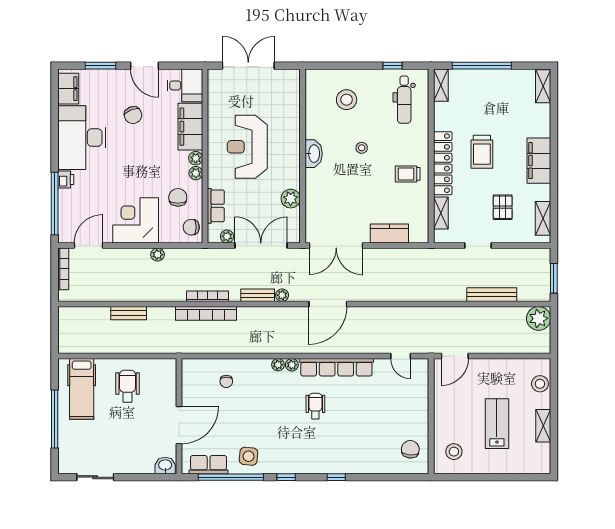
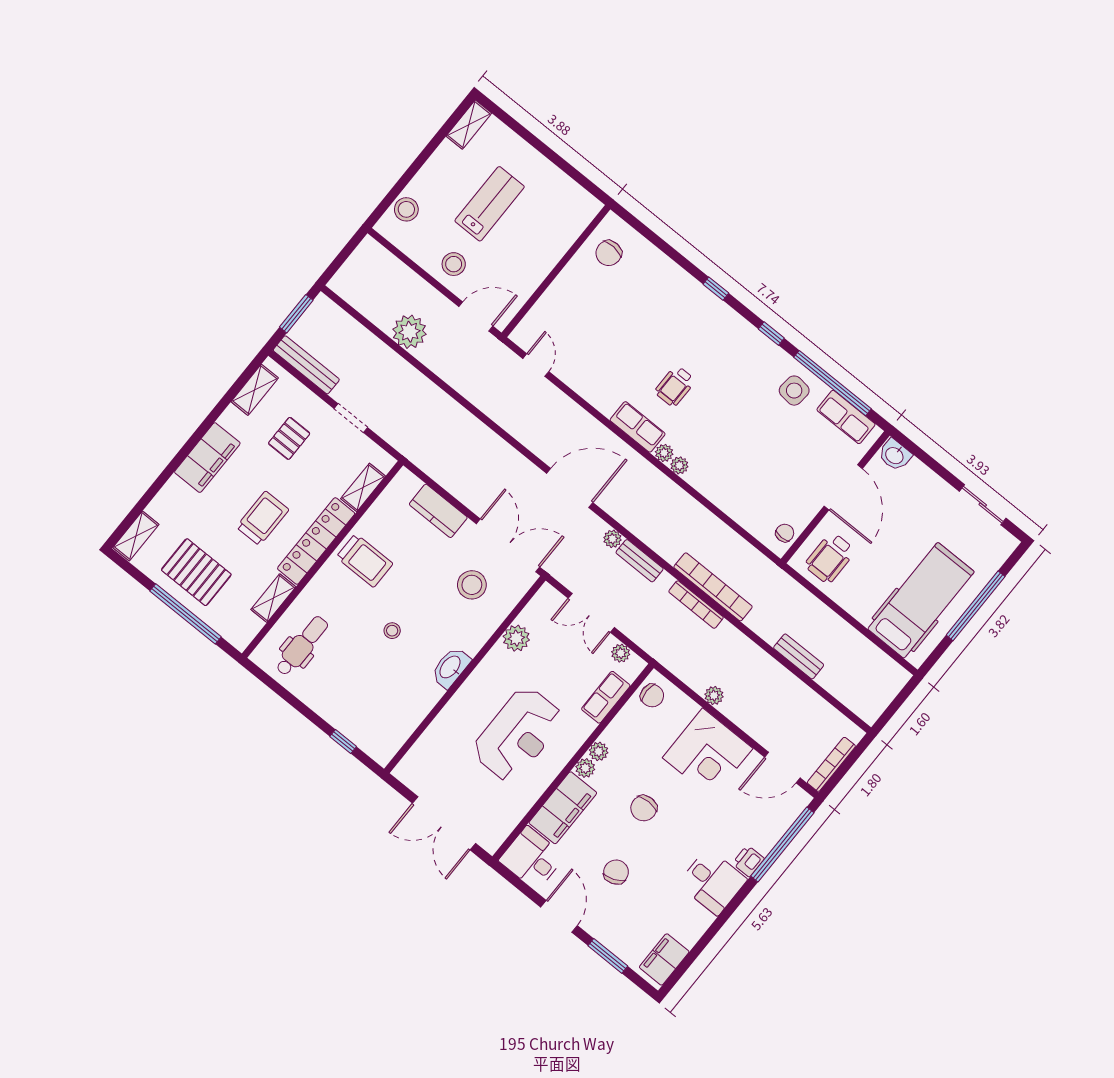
window: (393, 66) -> (343, 742), moved
shelving: (441, 85) -> (273, 598), moved
pallet: (494, 93) -> (196, 572), added
stool: (347, 100) -> (472, 585), moved
desk: (82, 138) -> (712, 882), width x0.53, depth x0.77
trolley: (408, 174) -> (365, 560), width x1.36, depth x1.39
chair: (178, 197) -> (644, 808), moved
double door: (261, 245) -> (591, 613), width x0.73
bench: (492, 295) -> (306, 365), moved
plant: (539, 318) -> (409, 332), moved
row of seats: (336, 367) -> (638, 427), width x0.50
chair: (226, 381) -> (785, 533), moved
wheelchair: (128, 386) -> (830, 558), moved
hospital bed: (82, 389) -> (921, 600), width x1.37, depth x1.29
lab bench: (497, 424) -> (490, 204), turned 180
door: (179, 425) -> (843, 487), swing flipped
shelving: (543, 426) -> (469, 125), moved
stool: (454, 452) -> (454, 264), moved

